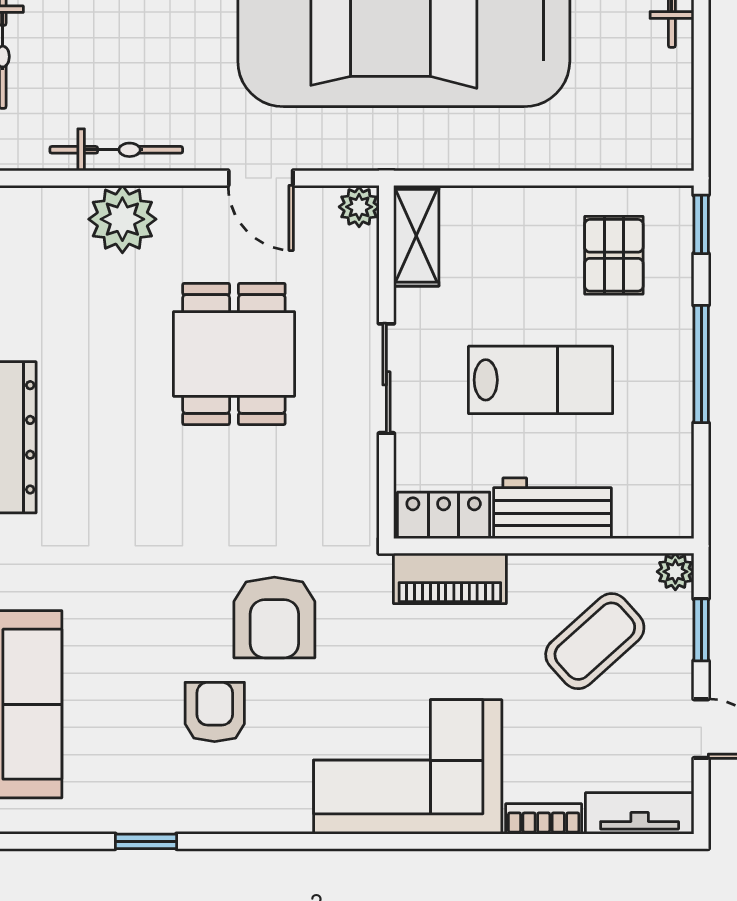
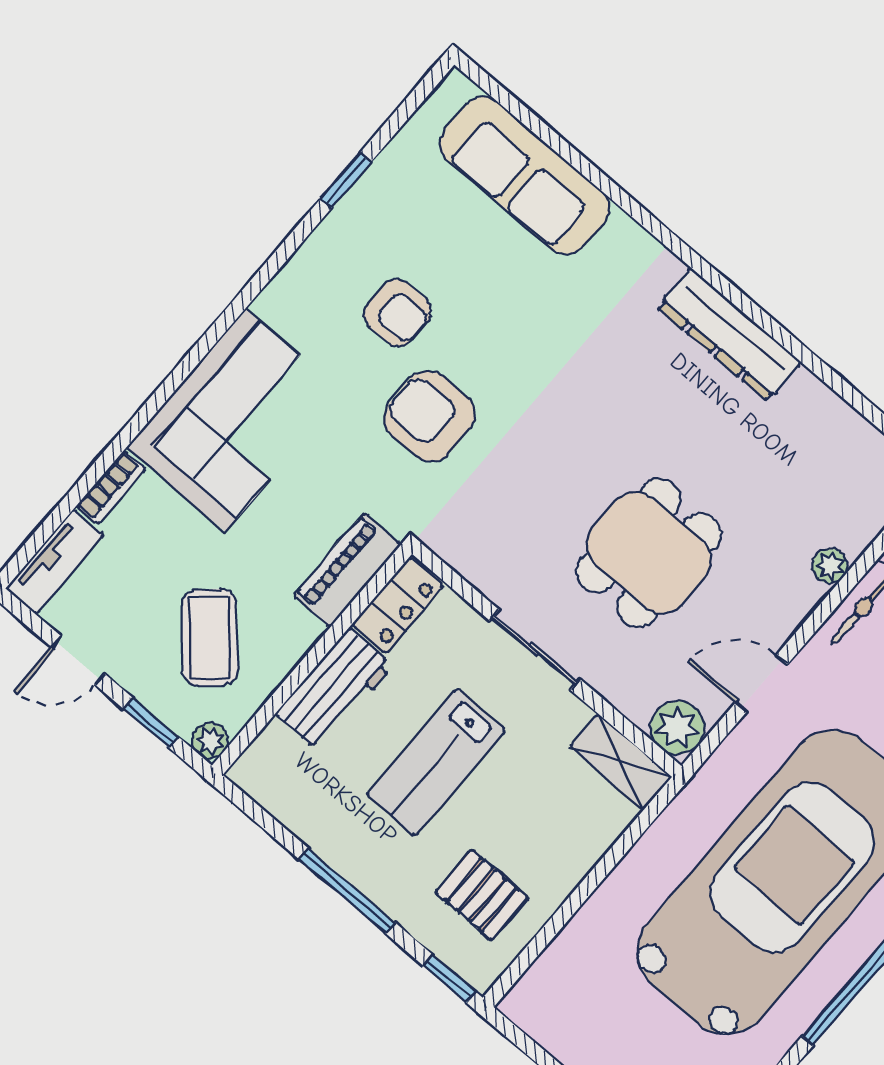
plant: (359, 207) -> (677, 728), width x1.38, depth x1.38
plant: (122, 219) -> (830, 566), width x0.53, depth x0.53
dining table: (234, 354) -> (649, 553), turned 90

